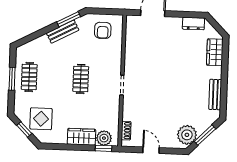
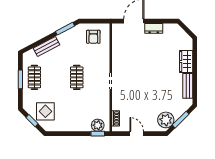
dresser: (193, 24) -> (154, 28), moved
bench: (63, 32) -> (46, 46), moved
wardrobe: (215, 52) -> (186, 61), moved
wardrobe: (81, 137) -> (79, 125), removed

